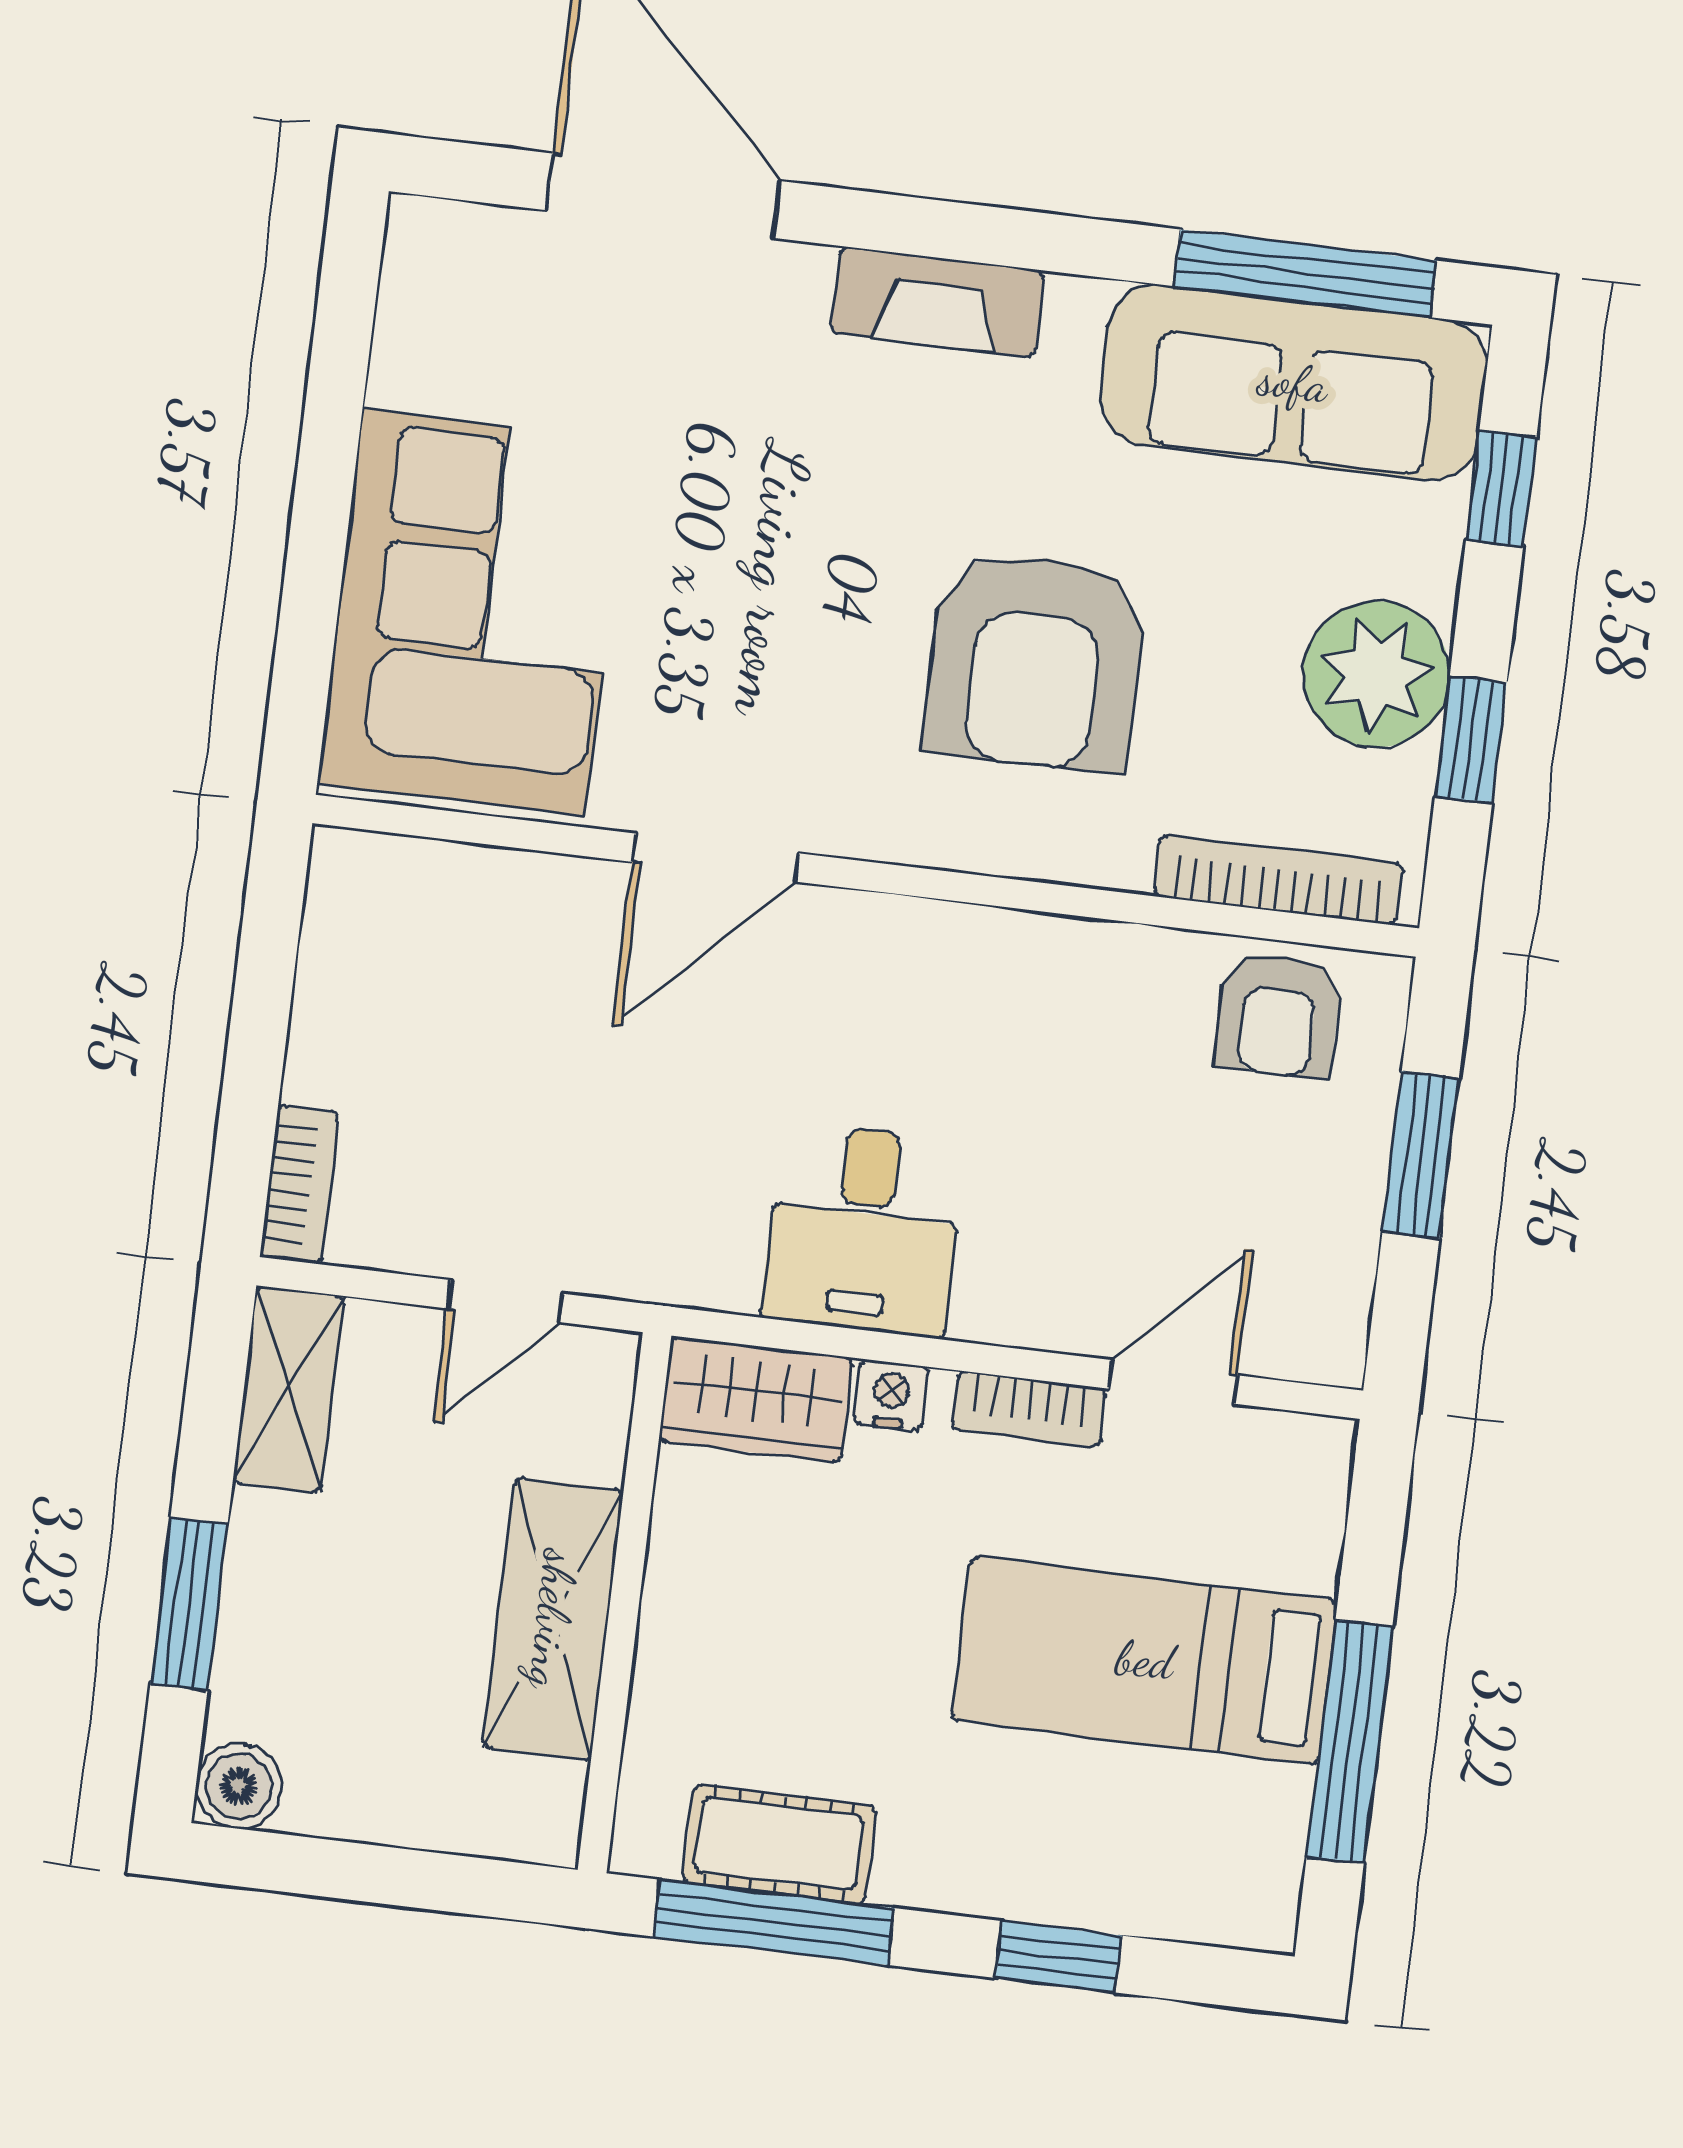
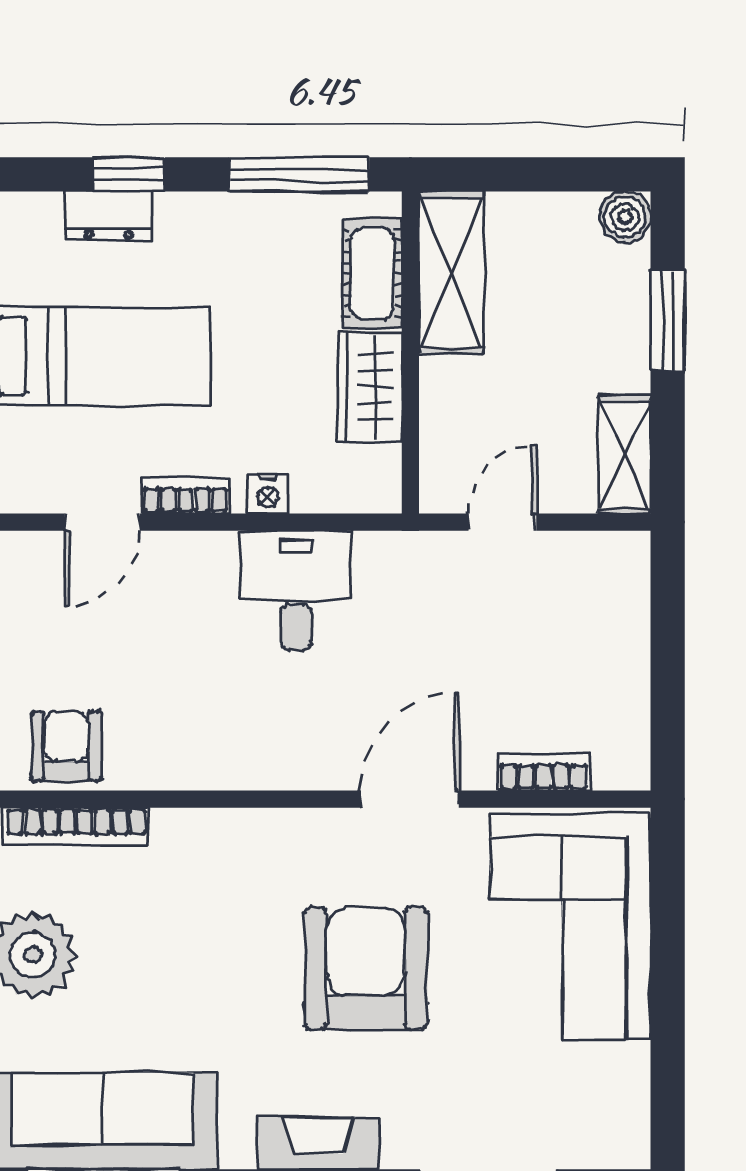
armchair: (1035, 661) -> (366, 968), moved
bookcase: (299, 1185) -> (544, 772), moved, turned 90
wardrobe: (756, 1399) -> (370, 387), moved, turned -90
shelving: (553, 1619) -> (451, 272), moved
cot: (779, 1844) -> (372, 273), moved, turned 90
dresser: (1101, 1892) -> (108, 216), added

